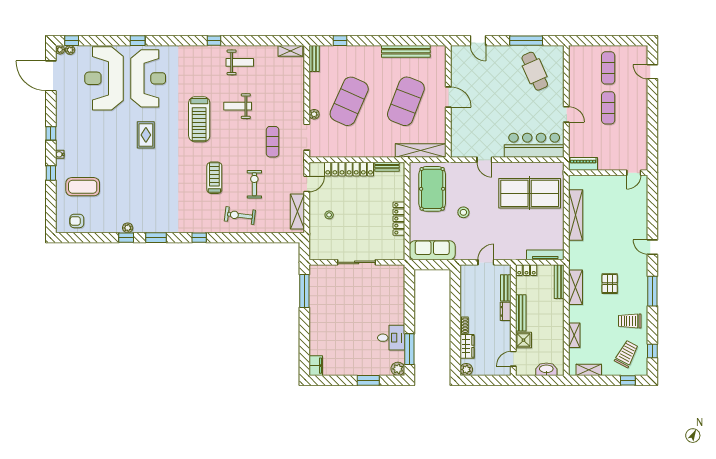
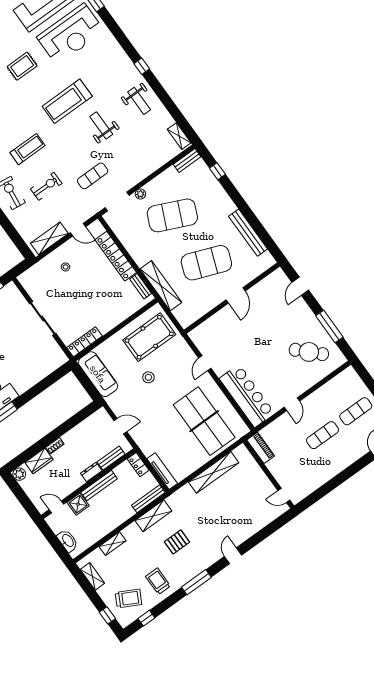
cafe table: (535, 71) -> (309, 352), turned 69
shelving: (421, 150) -> (161, 286), moved
locker: (399, 219) -> (84, 342), moved

